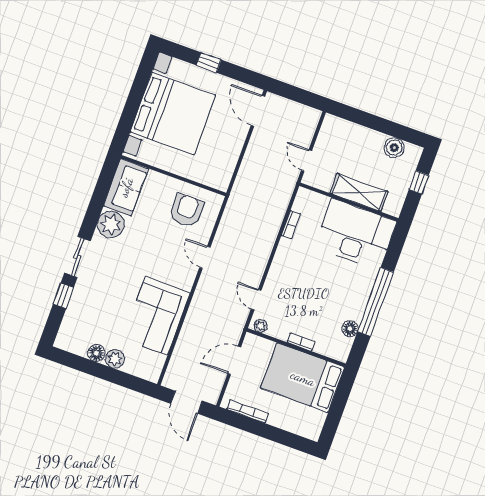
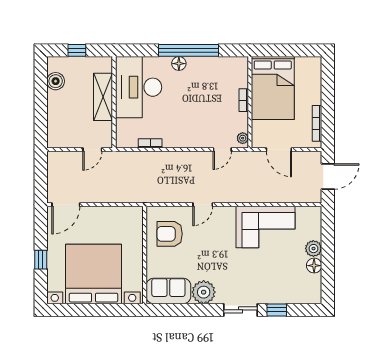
floor lamp: (350, 329) -> (179, 64), moved

